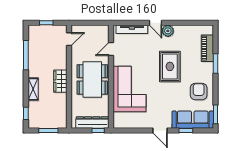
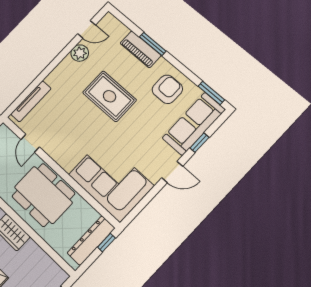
door: (155, 23) -> (87, 29), moved
plant: (168, 31) -> (80, 53), moved
piano: (207, 48) -> (141, 49), moved
corner sofa: (129, 89) -> (111, 180), moved
armchair: (199, 92) -> (167, 89), turned 90

